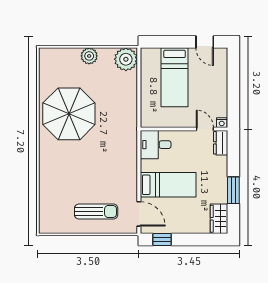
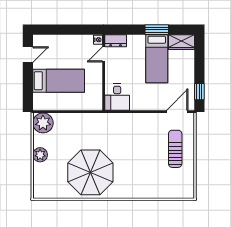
bed: (168, 185) -> (157, 59), moved, turned 180

